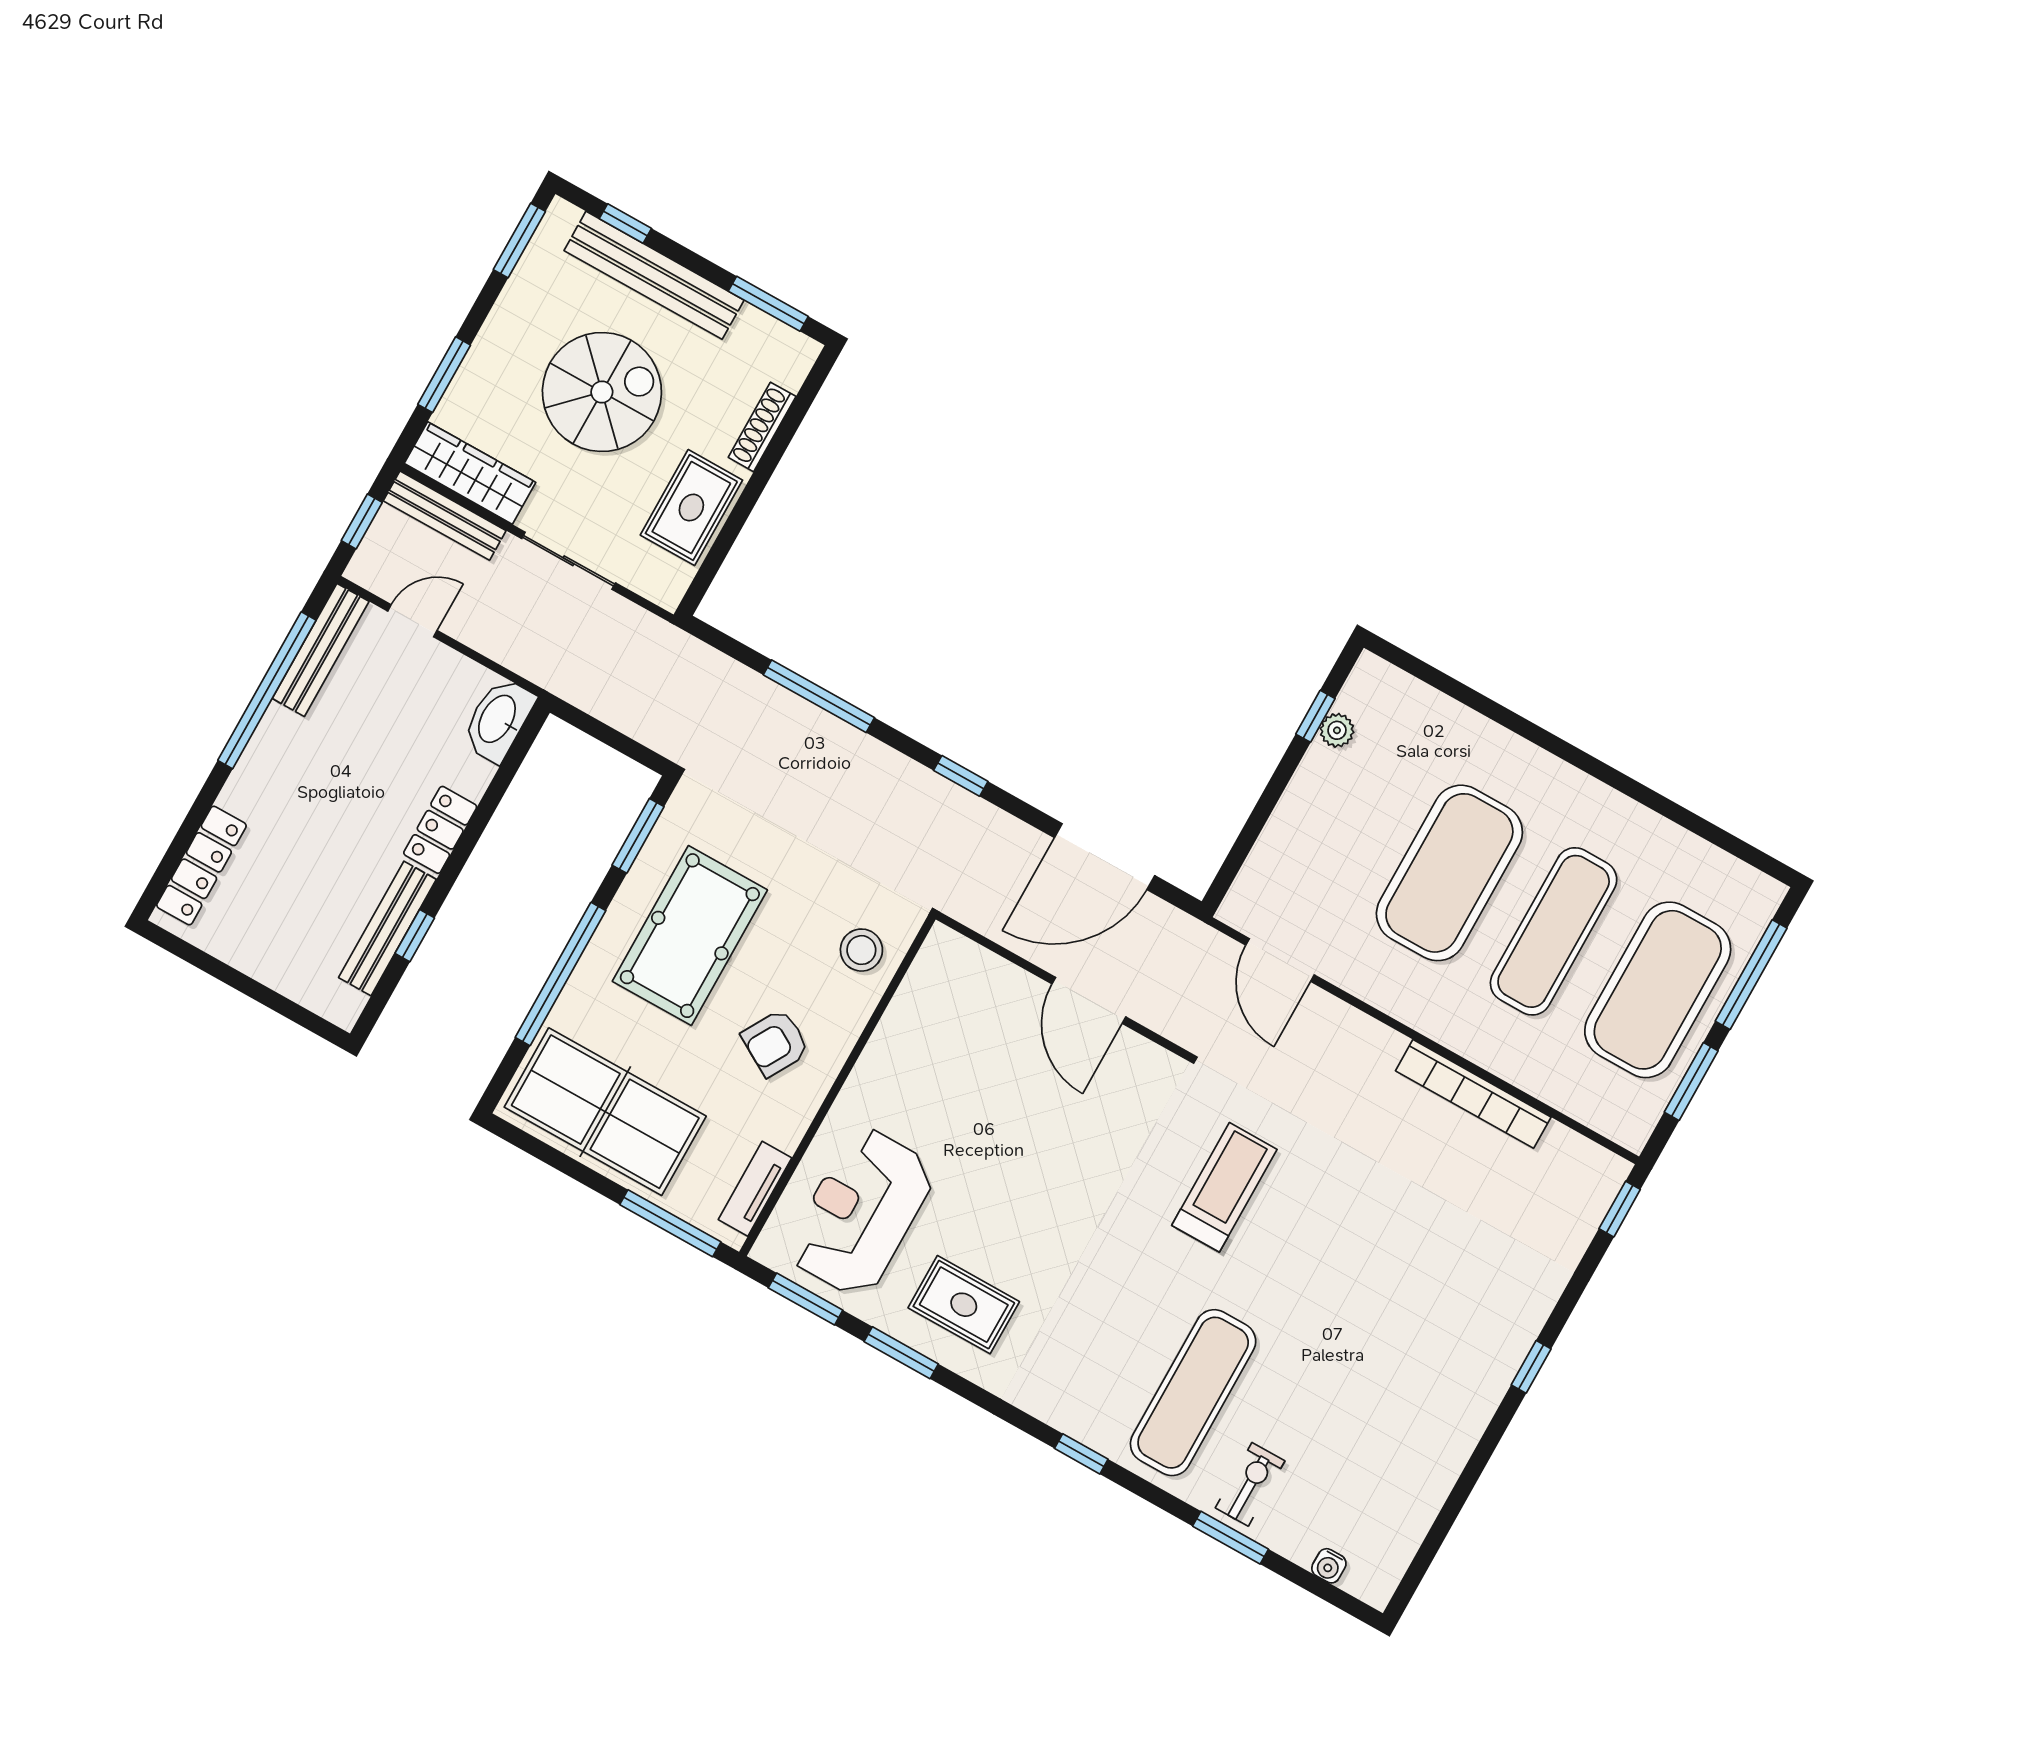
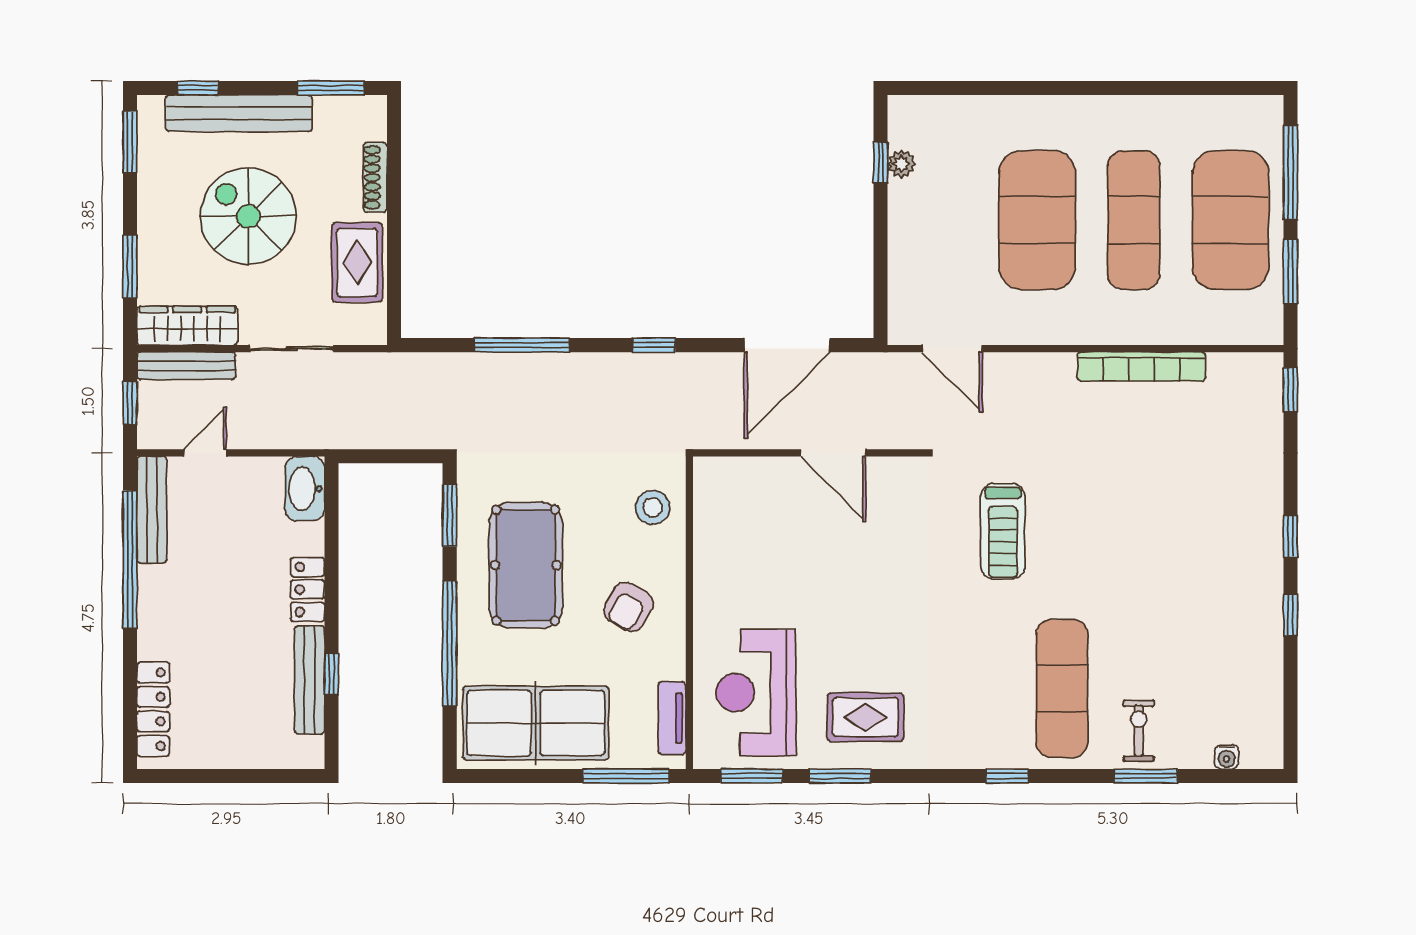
spiral stairs: (602, 392) -> (248, 216), turned -90
treadmill: (1224, 1187) -> (1003, 531), turned 180
window: (1483, 1452) -> (1291, 615), added

